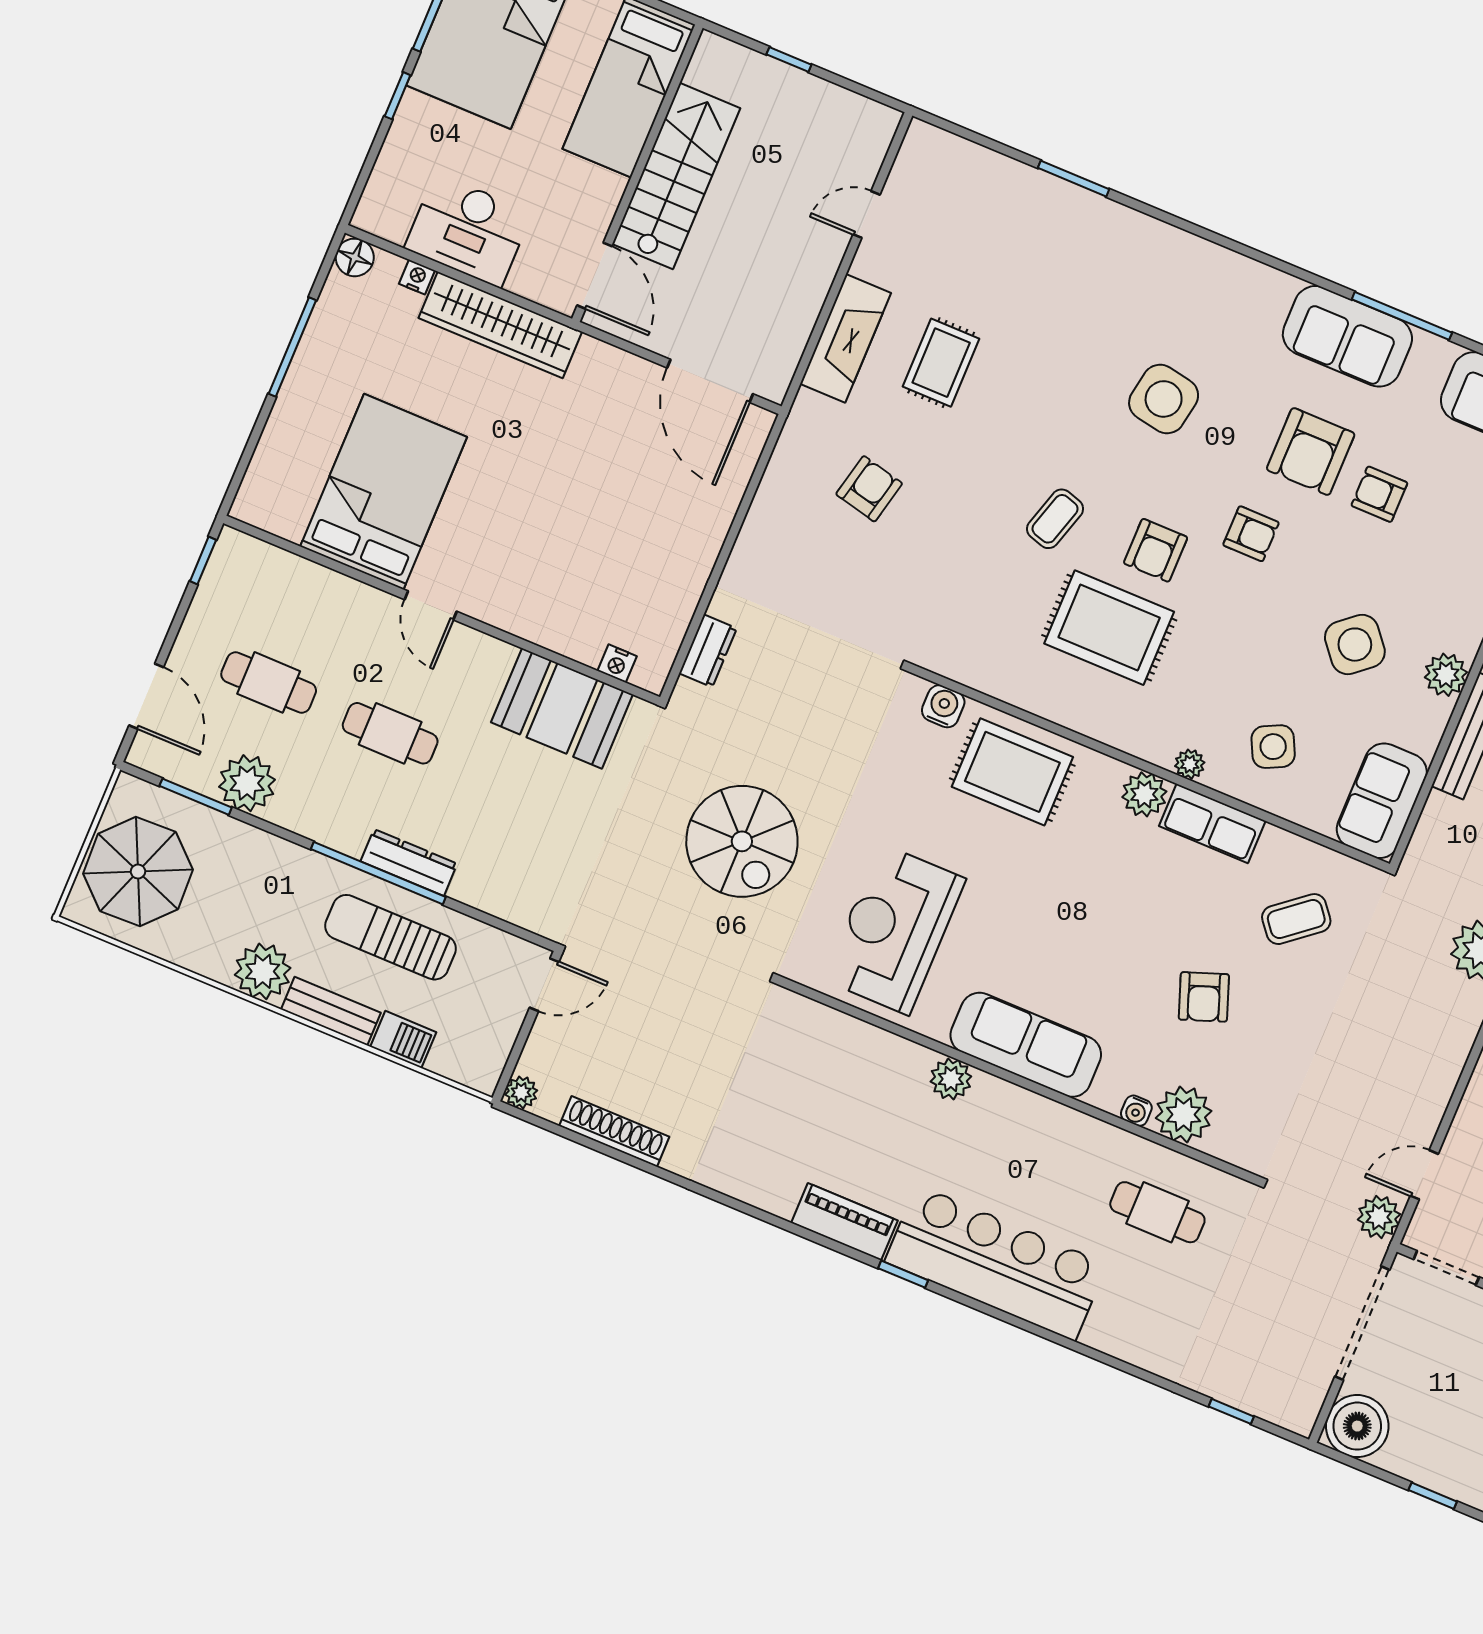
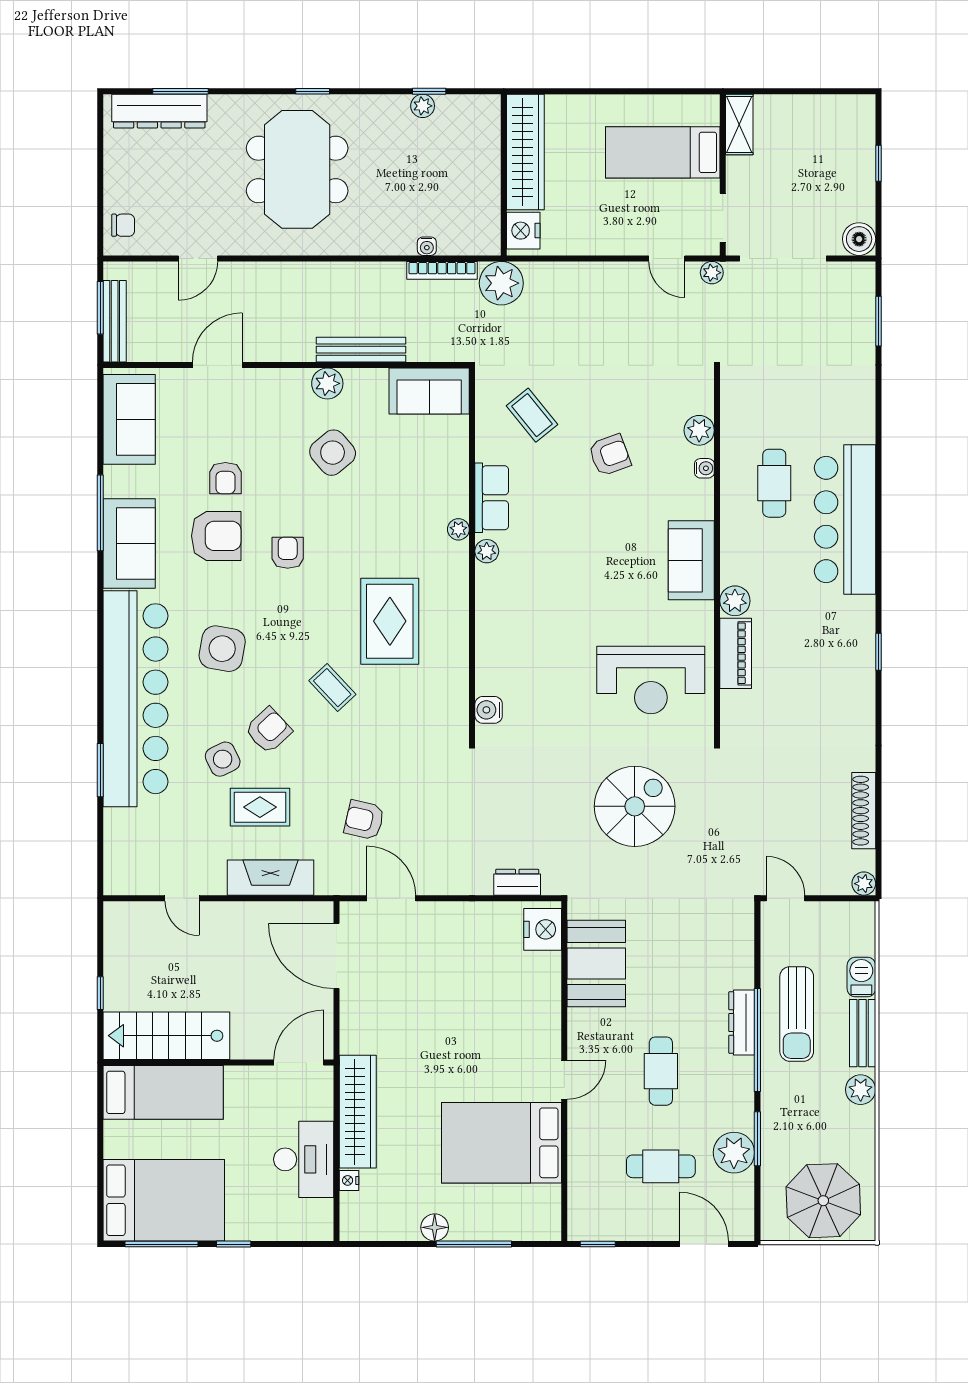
stairs: (676, 176) -> (166, 1036), moved
floor lamp: (355, 257) -> (435, 1227), moved
bar counter: (1146, 262) -> (135, 699), added
window: (292, 347) -> (474, 1244), moved
door: (710, 381) -> (337, 956), swing flipped
door: (755, 481) -> (391, 898), added
coffee table: (1055, 519) -> (332, 688), turned 30
armchair: (1156, 550) -> (268, 730), moved, turned -43
nightstand: (617, 663) -> (543, 929), width x1.89, depth x1.79
cafe table: (269, 682) -> (661, 1166), turned 90
door: (146, 696) -> (704, 1244), hinge flipped
side table: (1273, 747) -> (223, 759), moved
rug: (1012, 772) -> (513, 645), removed
plant: (1144, 794) -> (487, 551), width x0.73, depth x0.73
window: (196, 797) -> (757, 1139), moved
plant: (263, 971) -> (861, 1090), width x0.73, depth x0.73
sofa: (1026, 1045) -> (691, 560), width x0.73
plant: (1184, 1115) -> (699, 430), width x0.73, depth x0.73
cafe table: (1157, 1212) -> (774, 483), moved
plant: (1379, 1217) -> (712, 273), width x0.73, depth x0.73
piano: (844, 1222) -> (736, 653), moved, turned 180
window: (903, 1274) -> (878, 652), moved
window: (1231, 1411) -> (878, 321), width x1.50
boiler: (1357, 1426) -> (859, 239), width x0.73, depth x0.73

